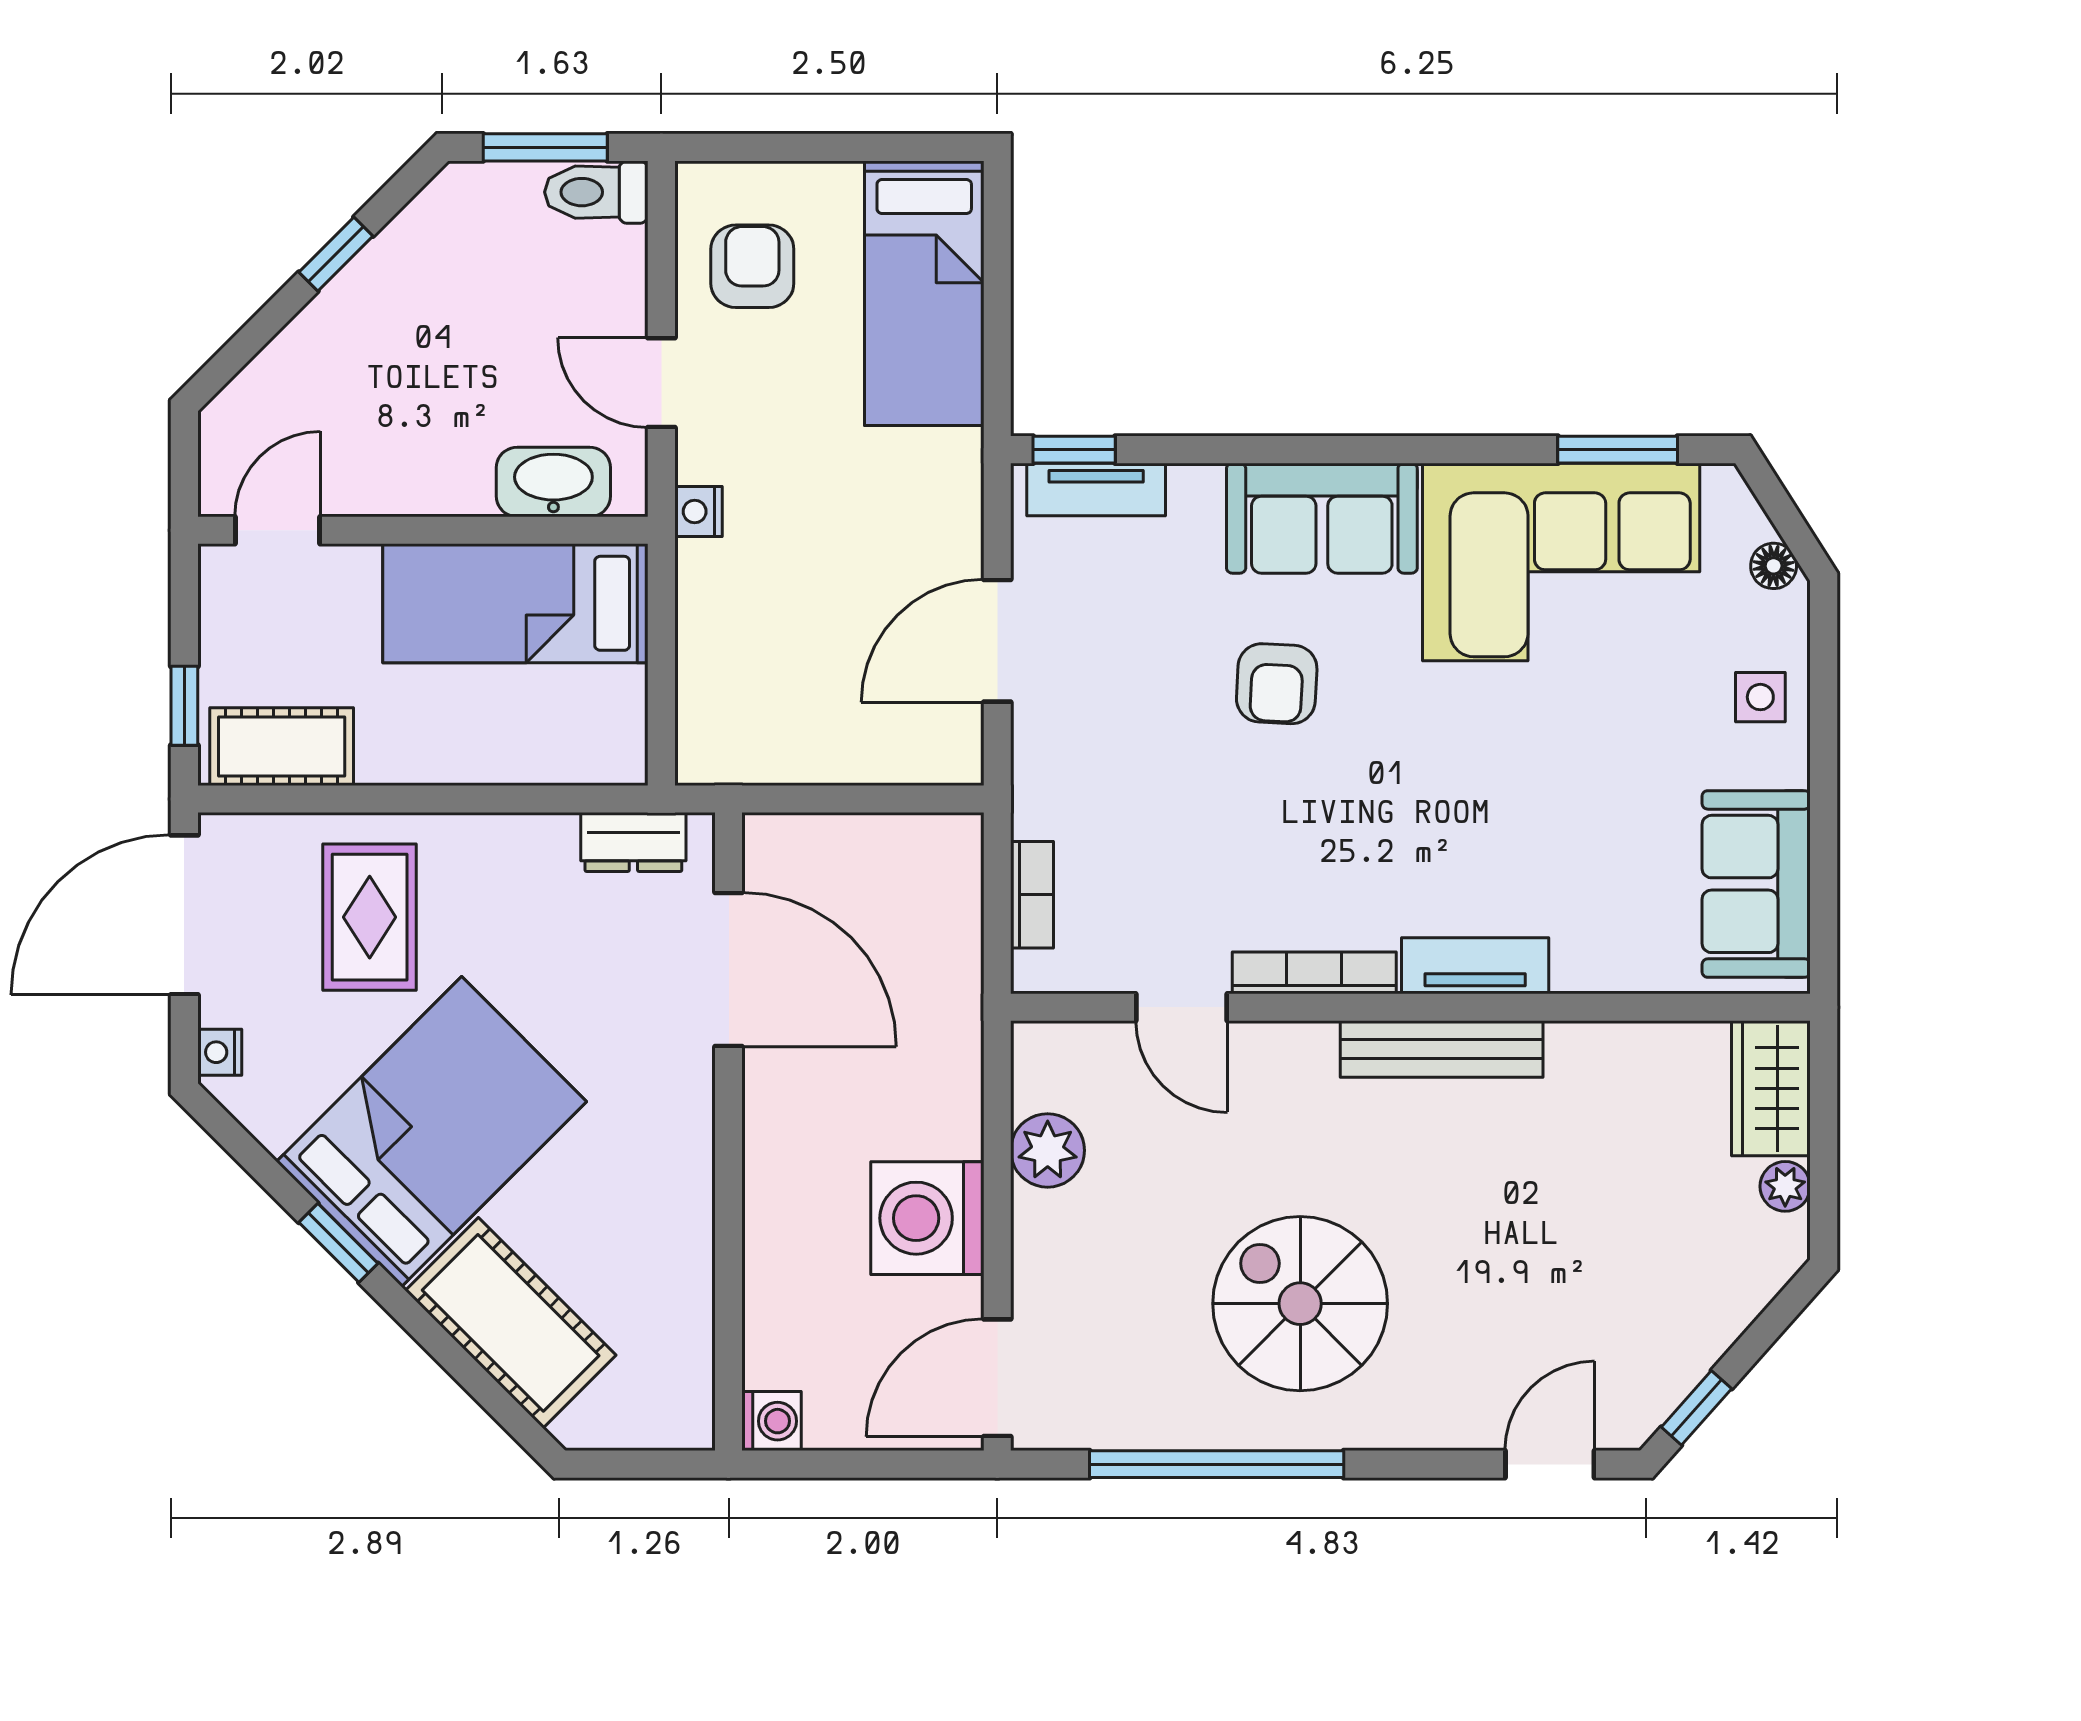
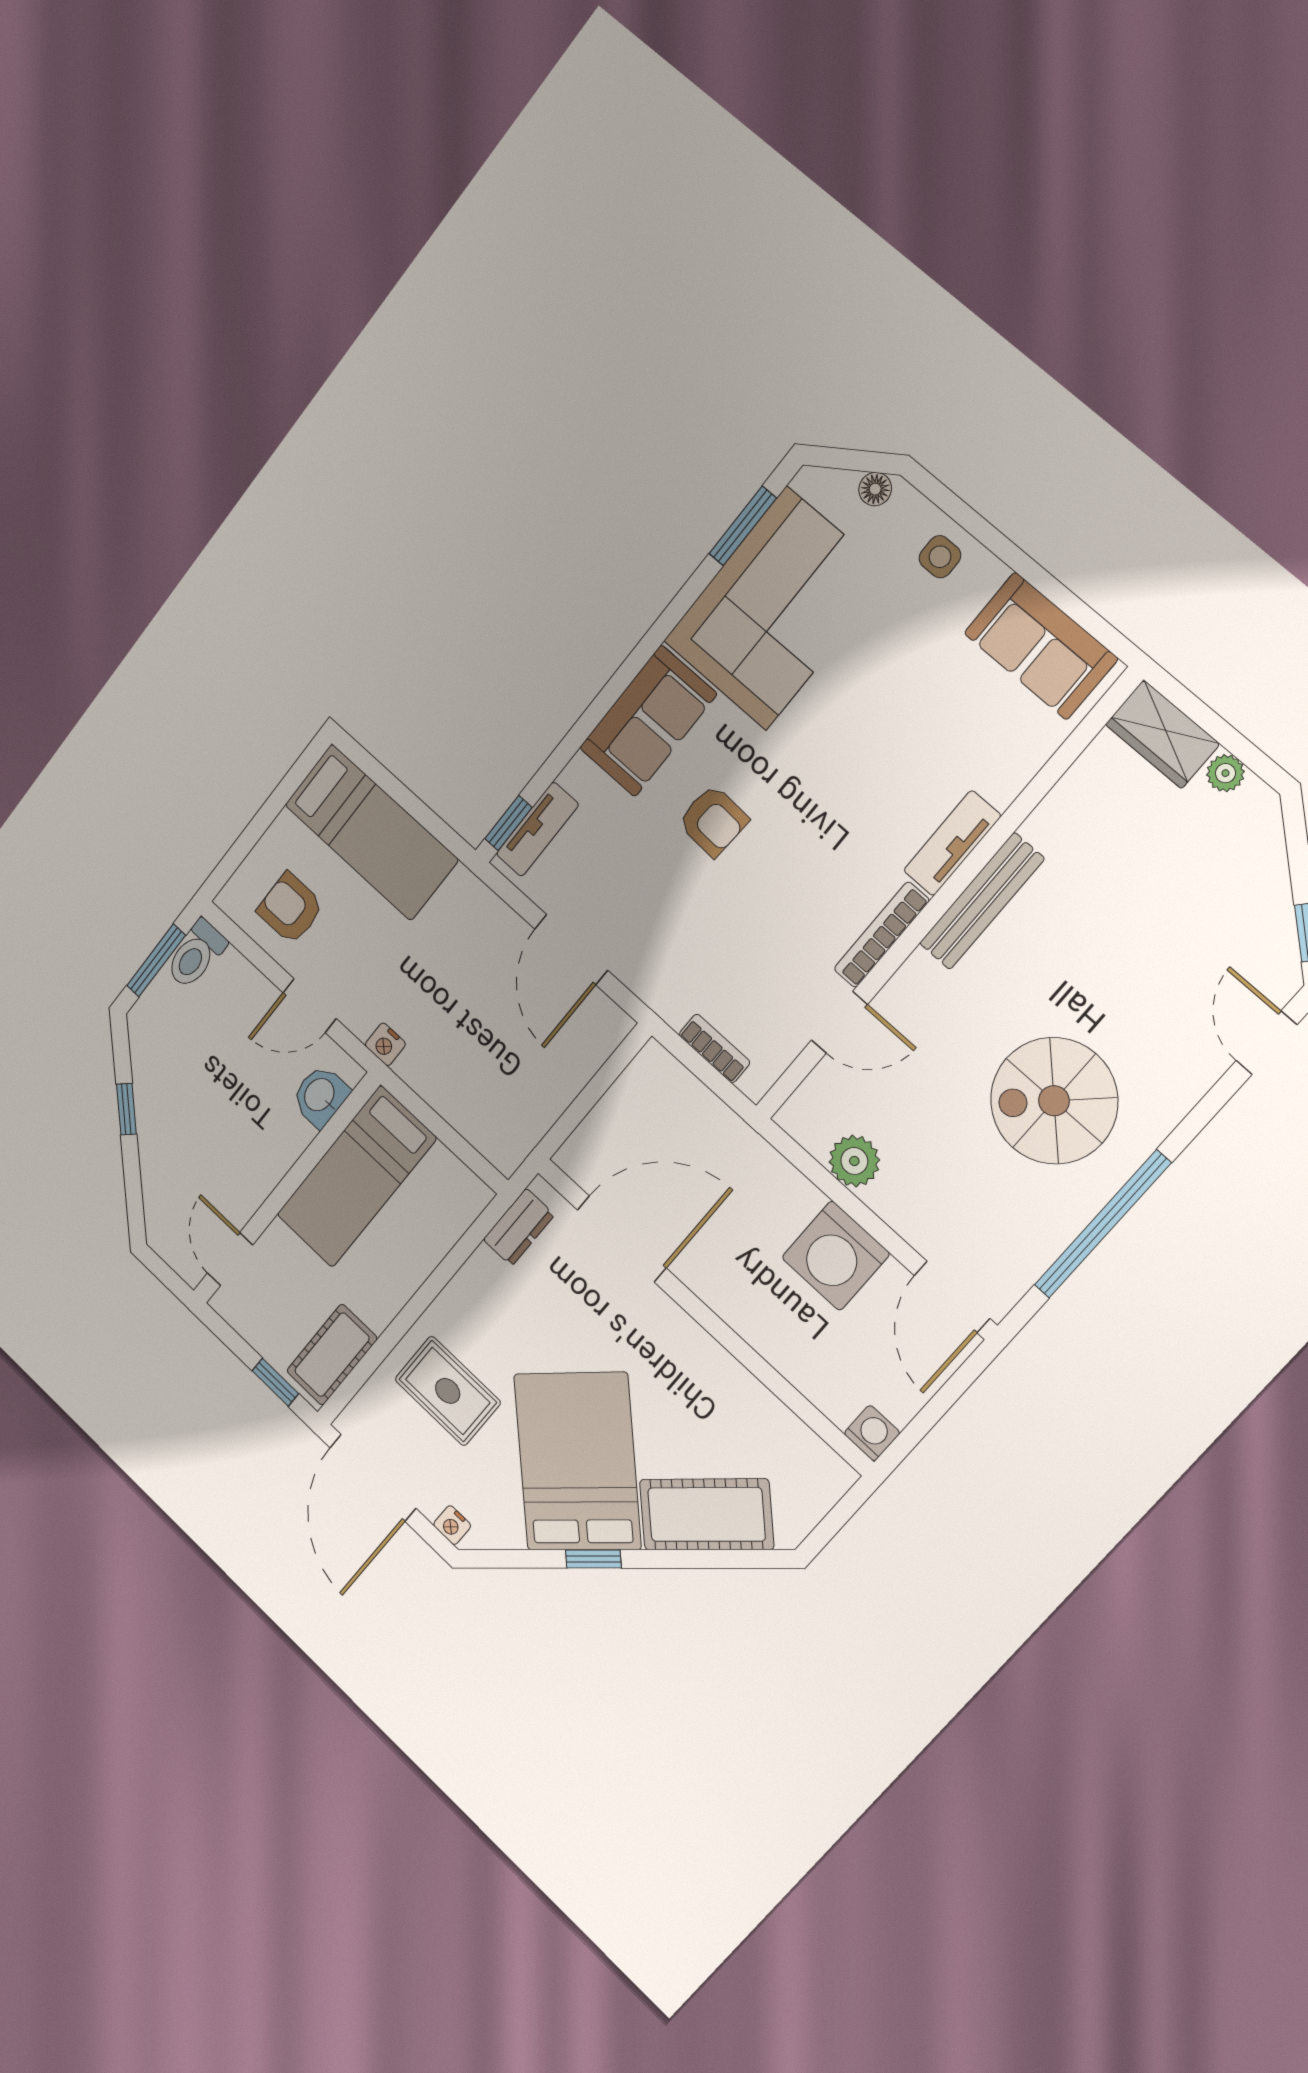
washbasin: (553, 482) -> (320, 1096), width x0.72

